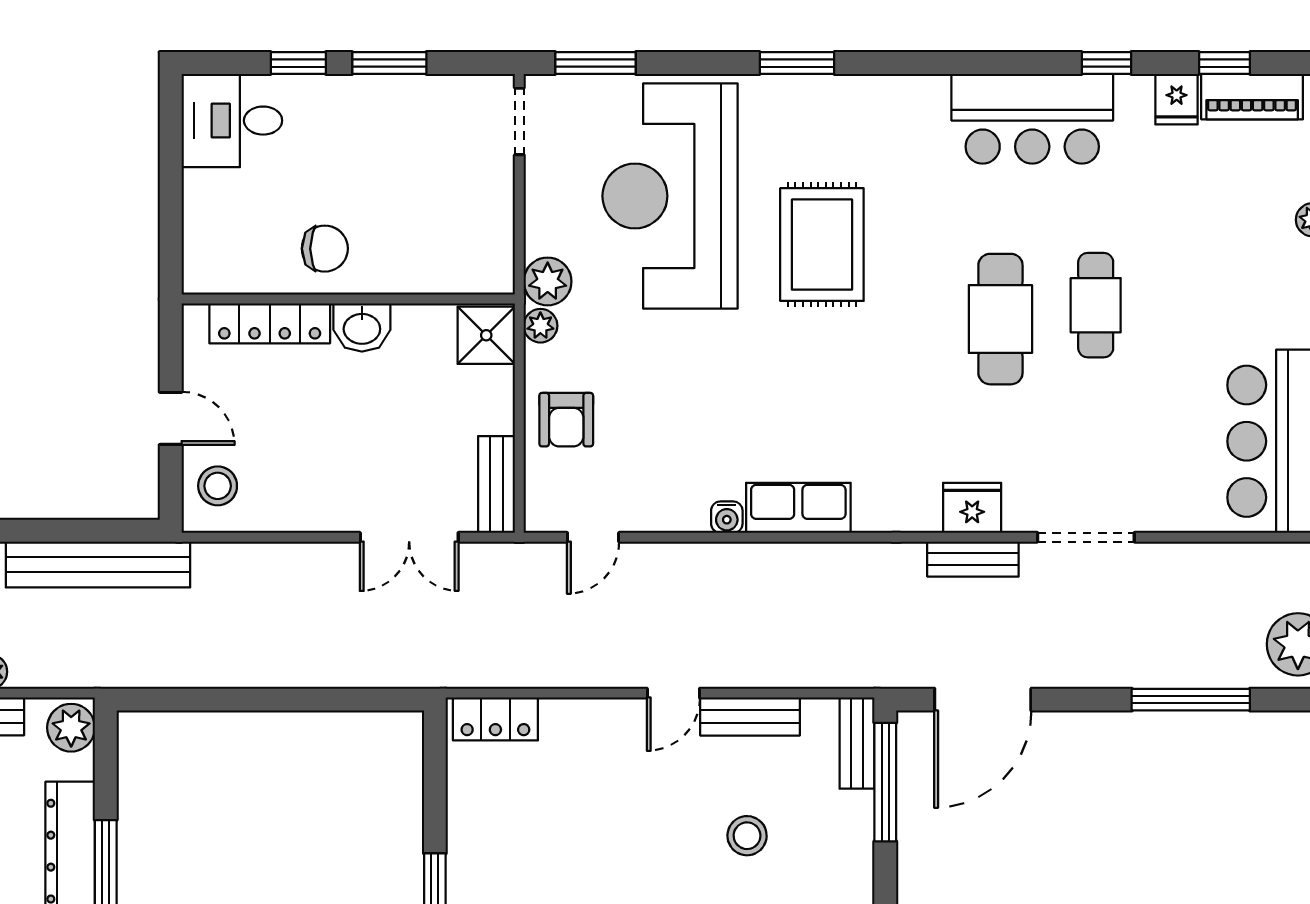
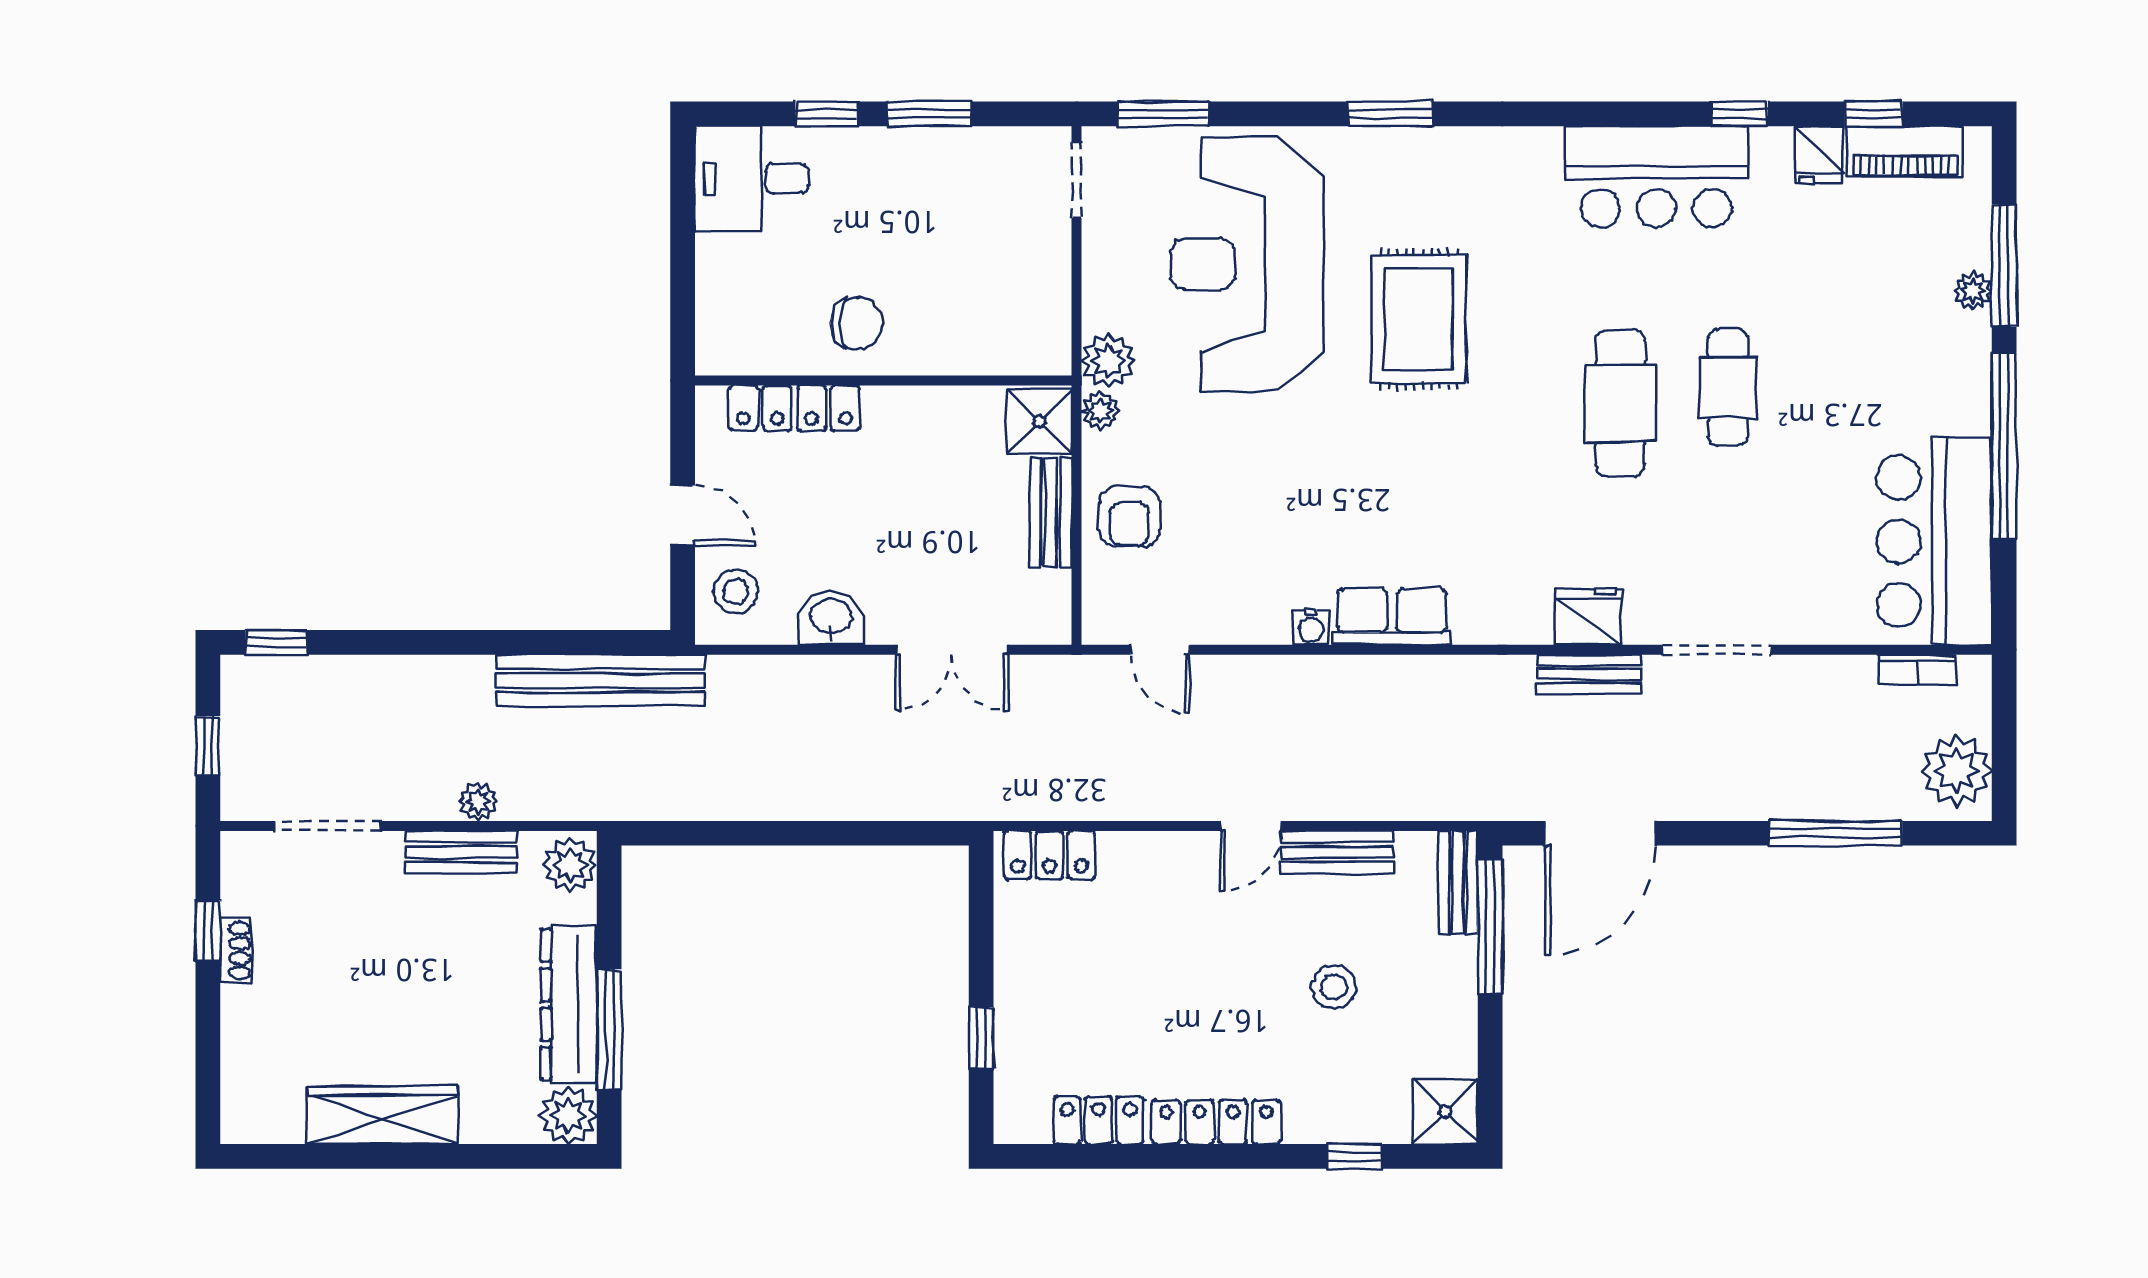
washbasin: (362, 327) -> (831, 618), moved, turned 180
bench: (497, 485) -> (1051, 512), moved
door: (593, 537) -> (1160, 650), hinge flipped
bookcase: (1263, 555) -> (1917, 670), added

